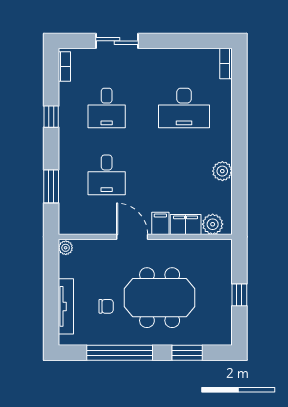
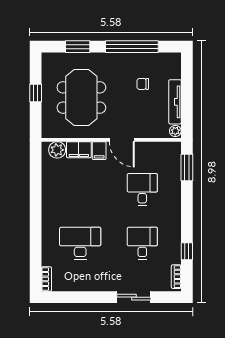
window: (51, 117) -> (187, 251), moved
plant: (222, 171) -> (49, 193), removed
window: (51, 186) -> (187, 167), moved
meeting table: (160, 298) -> (81, 98), moved, turned 90
tv unit: (66, 306) -> (175, 102), moved

